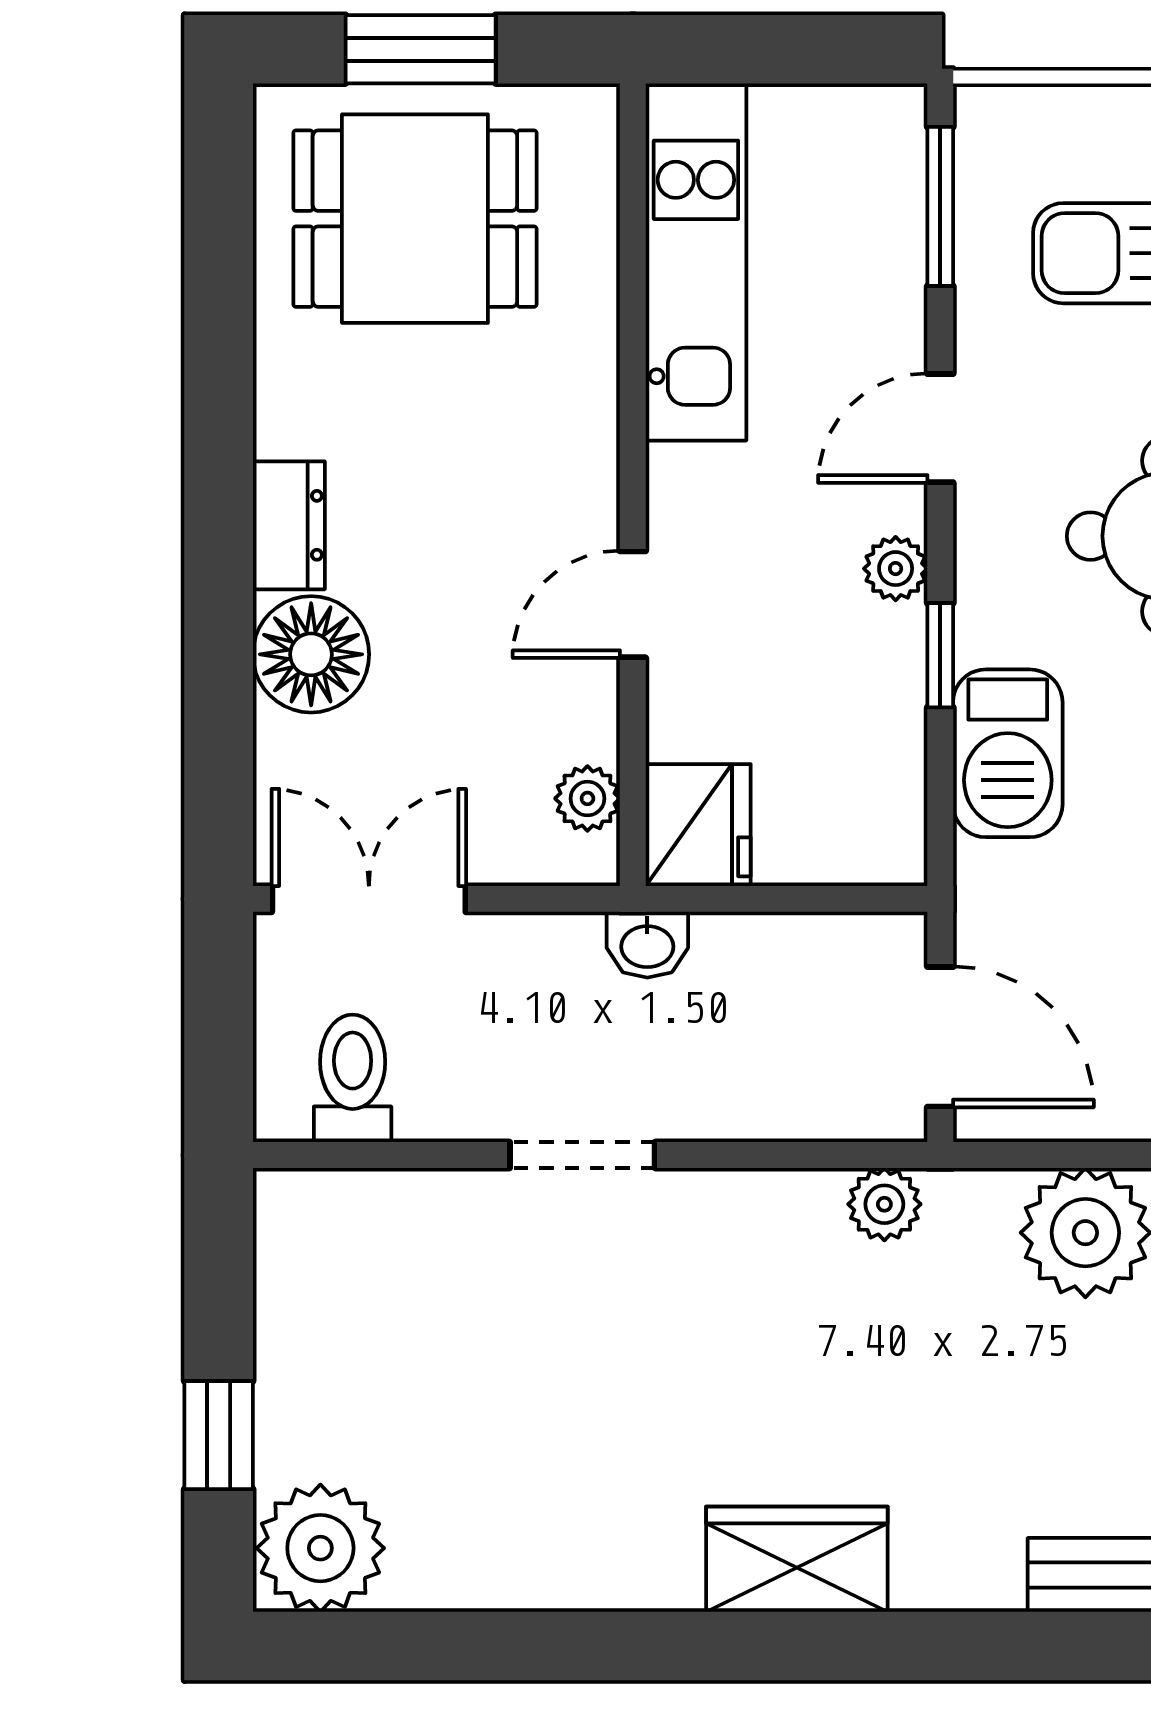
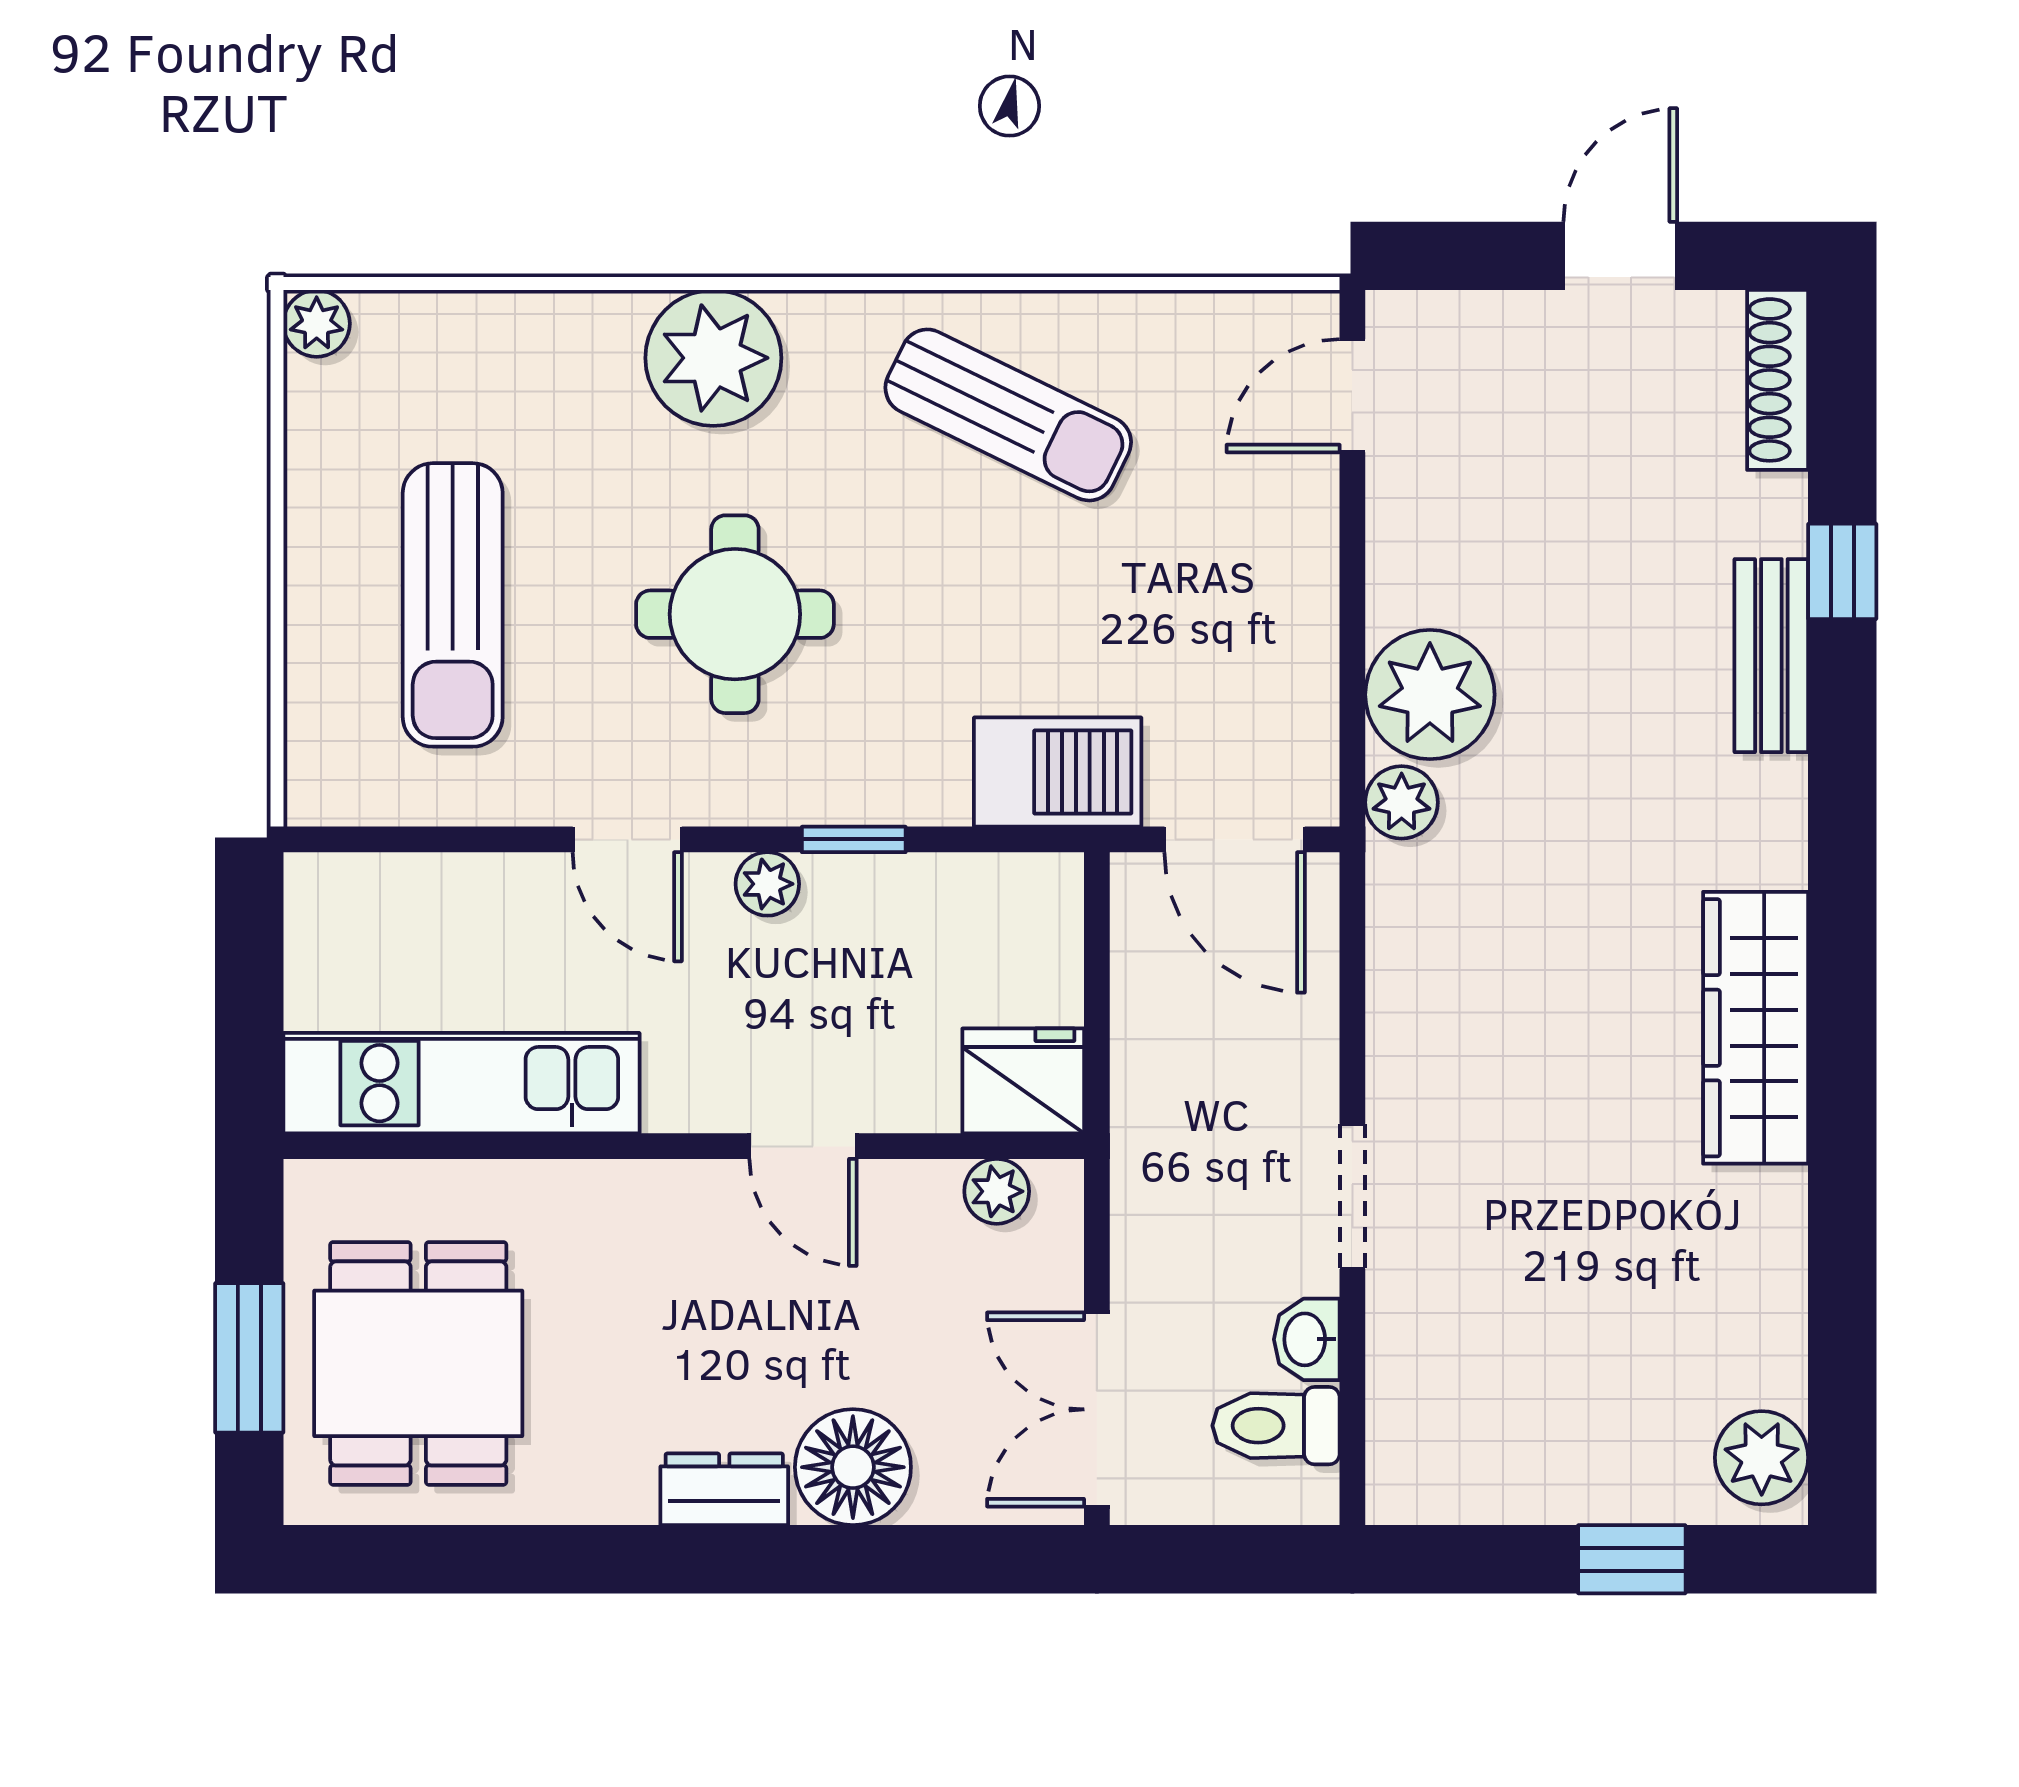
window: (940, 206) -> (406, 839), removed
barbecue: (1008, 753) -> (1058, 772), moved
washbasin: (647, 945) -> (1307, 1339), moved, turned 180
door: (940, 1037) -> (1235, 839), swing flipped
plant: (884, 1204) -> (1402, 802), moved
plant: (320, 1548) -> (1762, 1458), width x0.73, depth x0.73
wardrobe: (797, 1559) -> (1756, 1028), width x1.50

